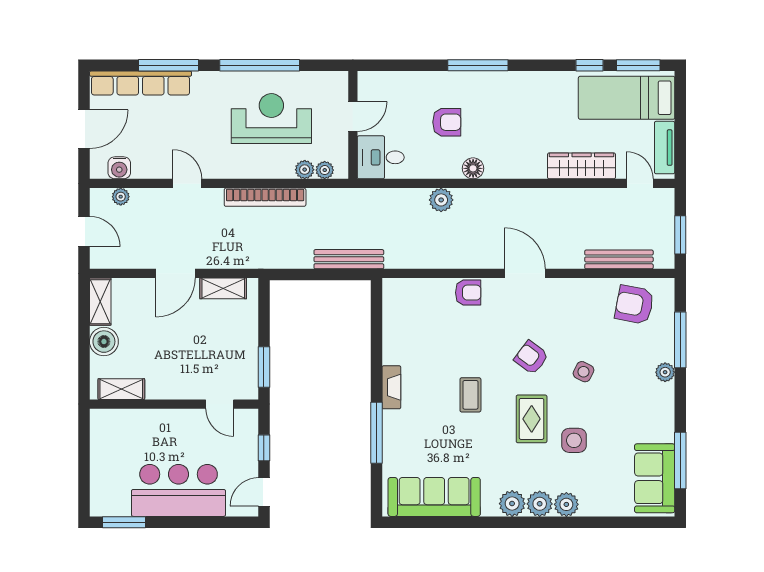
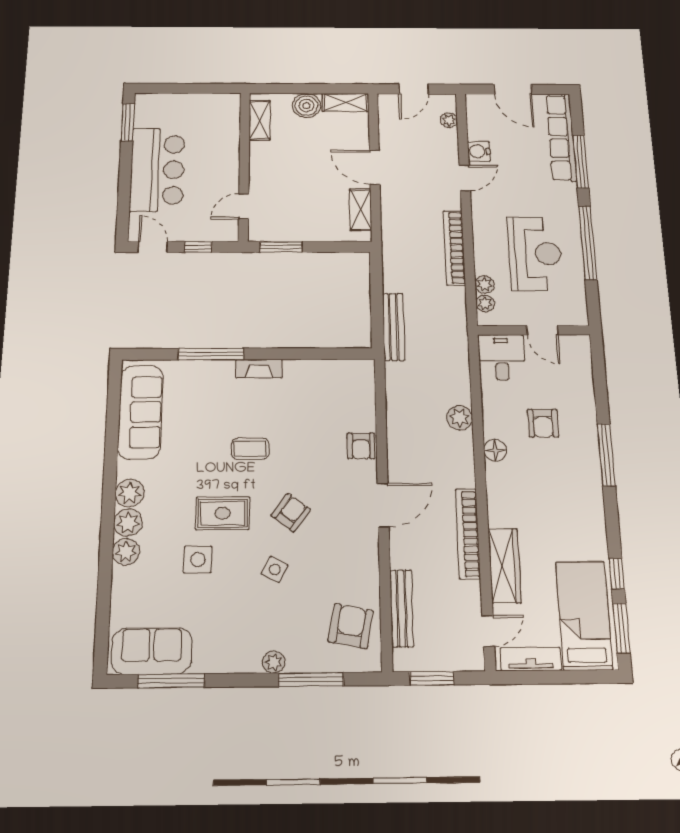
water cooler: (119, 168) -> (479, 151), moved
bookcase: (552, 197) -> (468, 534), added

